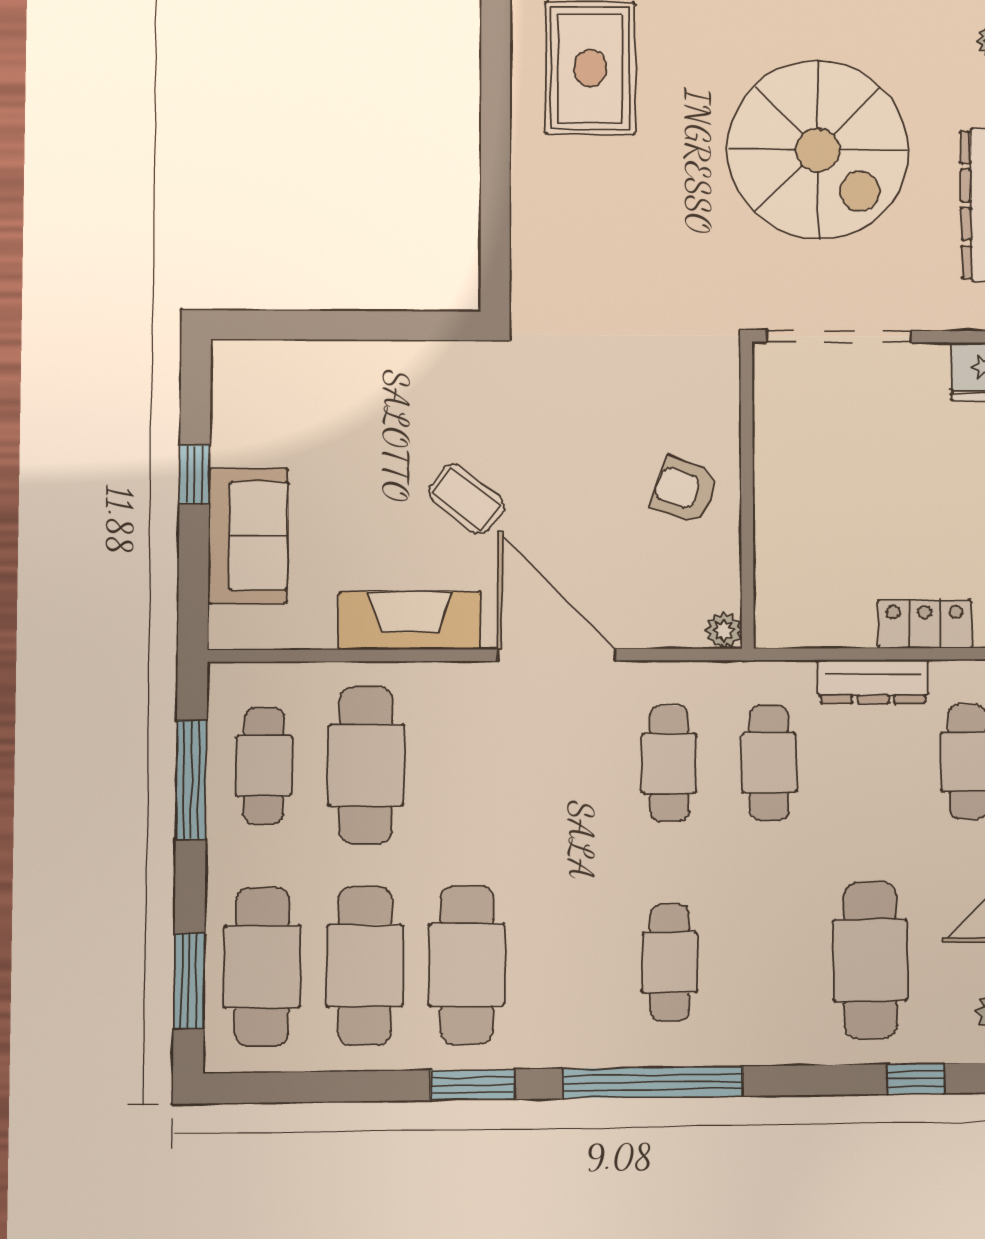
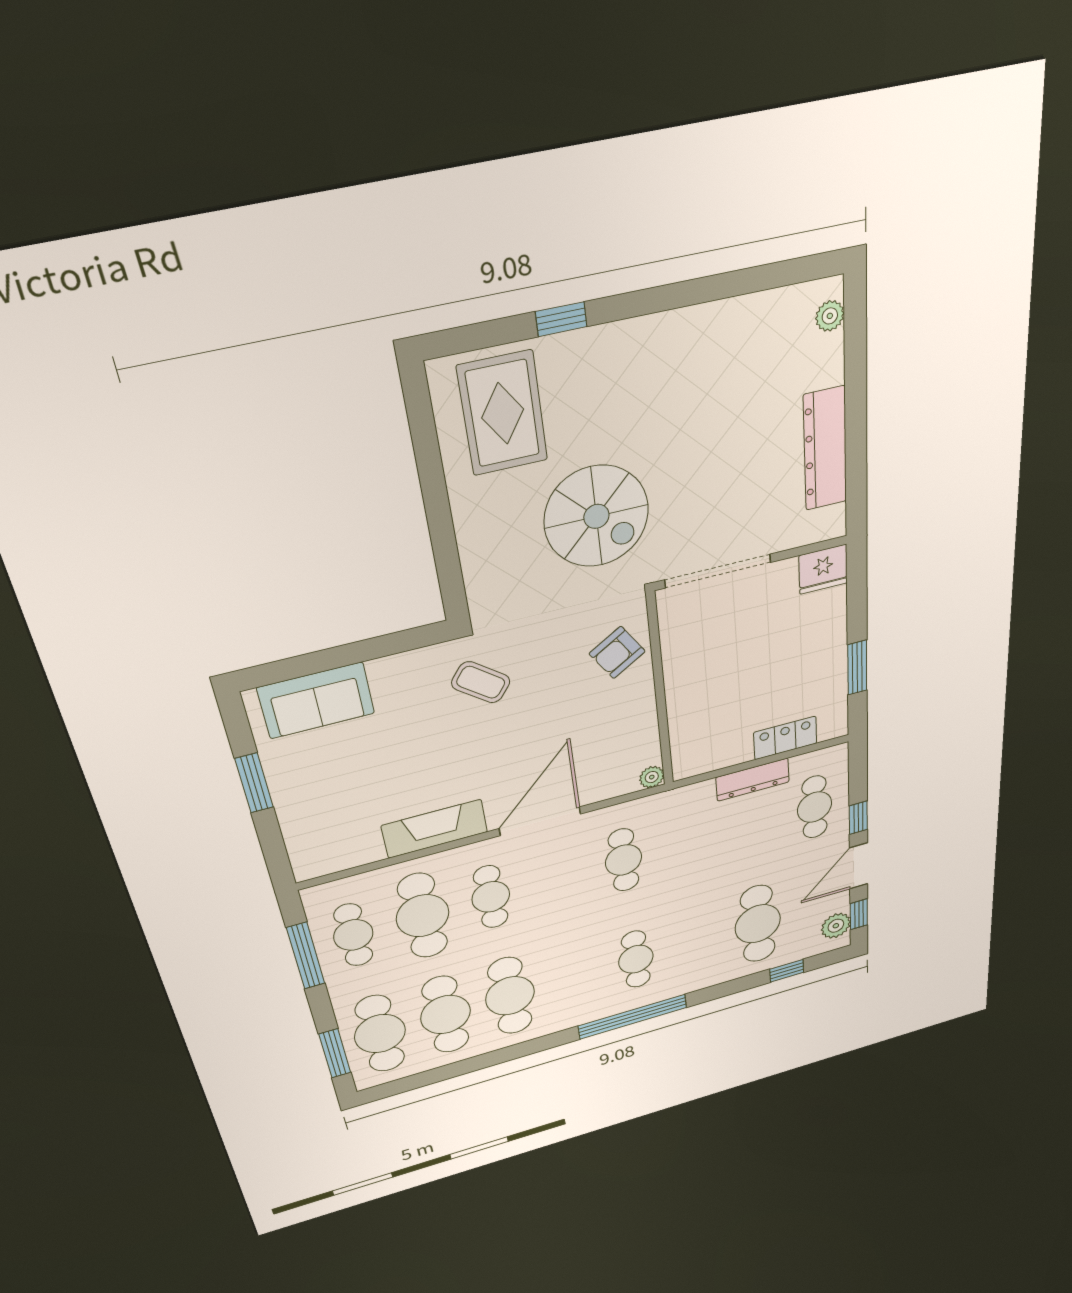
spiral stairs: (818, 150) -> (596, 516), moved, width x0.73, depth x0.73
window: (195, 474) -> (254, 783), width x1.50
armchair: (684, 490) -> (617, 653), moved, turned -51
coffee table: (466, 499) -> (481, 682), moved
sofa: (248, 536) -> (316, 701), moved, turned 90
door: (556, 655) -> (540, 821), hinge flipped
cafe table: (769, 763) -> (491, 897), moved
window: (473, 1085) -> (524, 1049), removed

